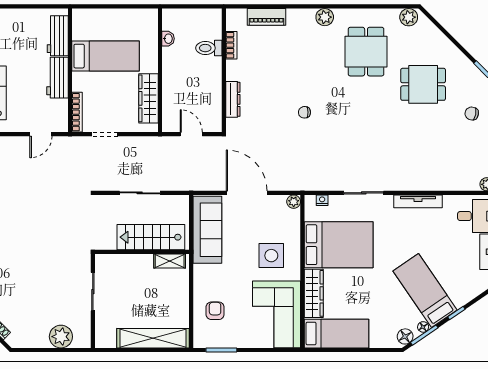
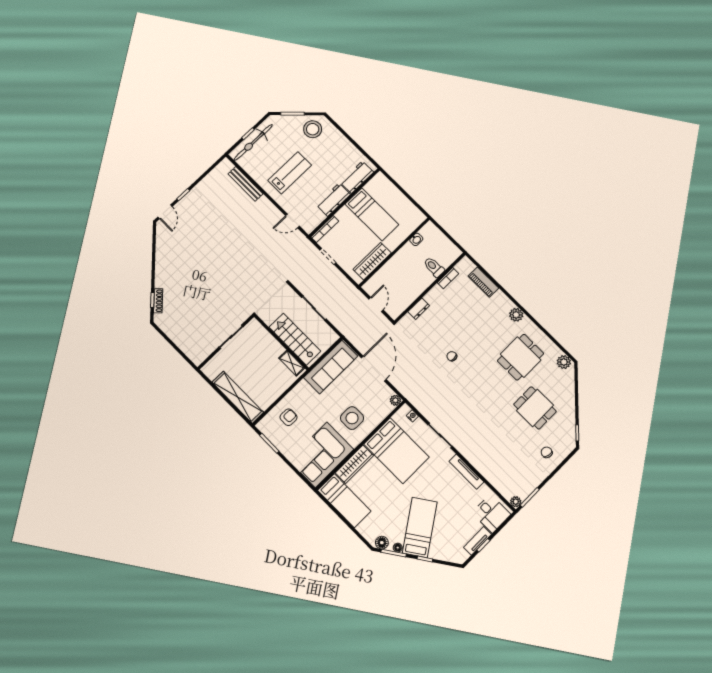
dresser: (233, 99) -> (419, 309), width x0.70
plant: (61, 337) -> (187, 344), removed

